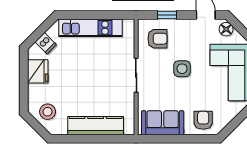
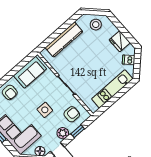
plant: (185, 27) -> (63, 133), added
armchair: (157, 39) -> (72, 114), turned 180

